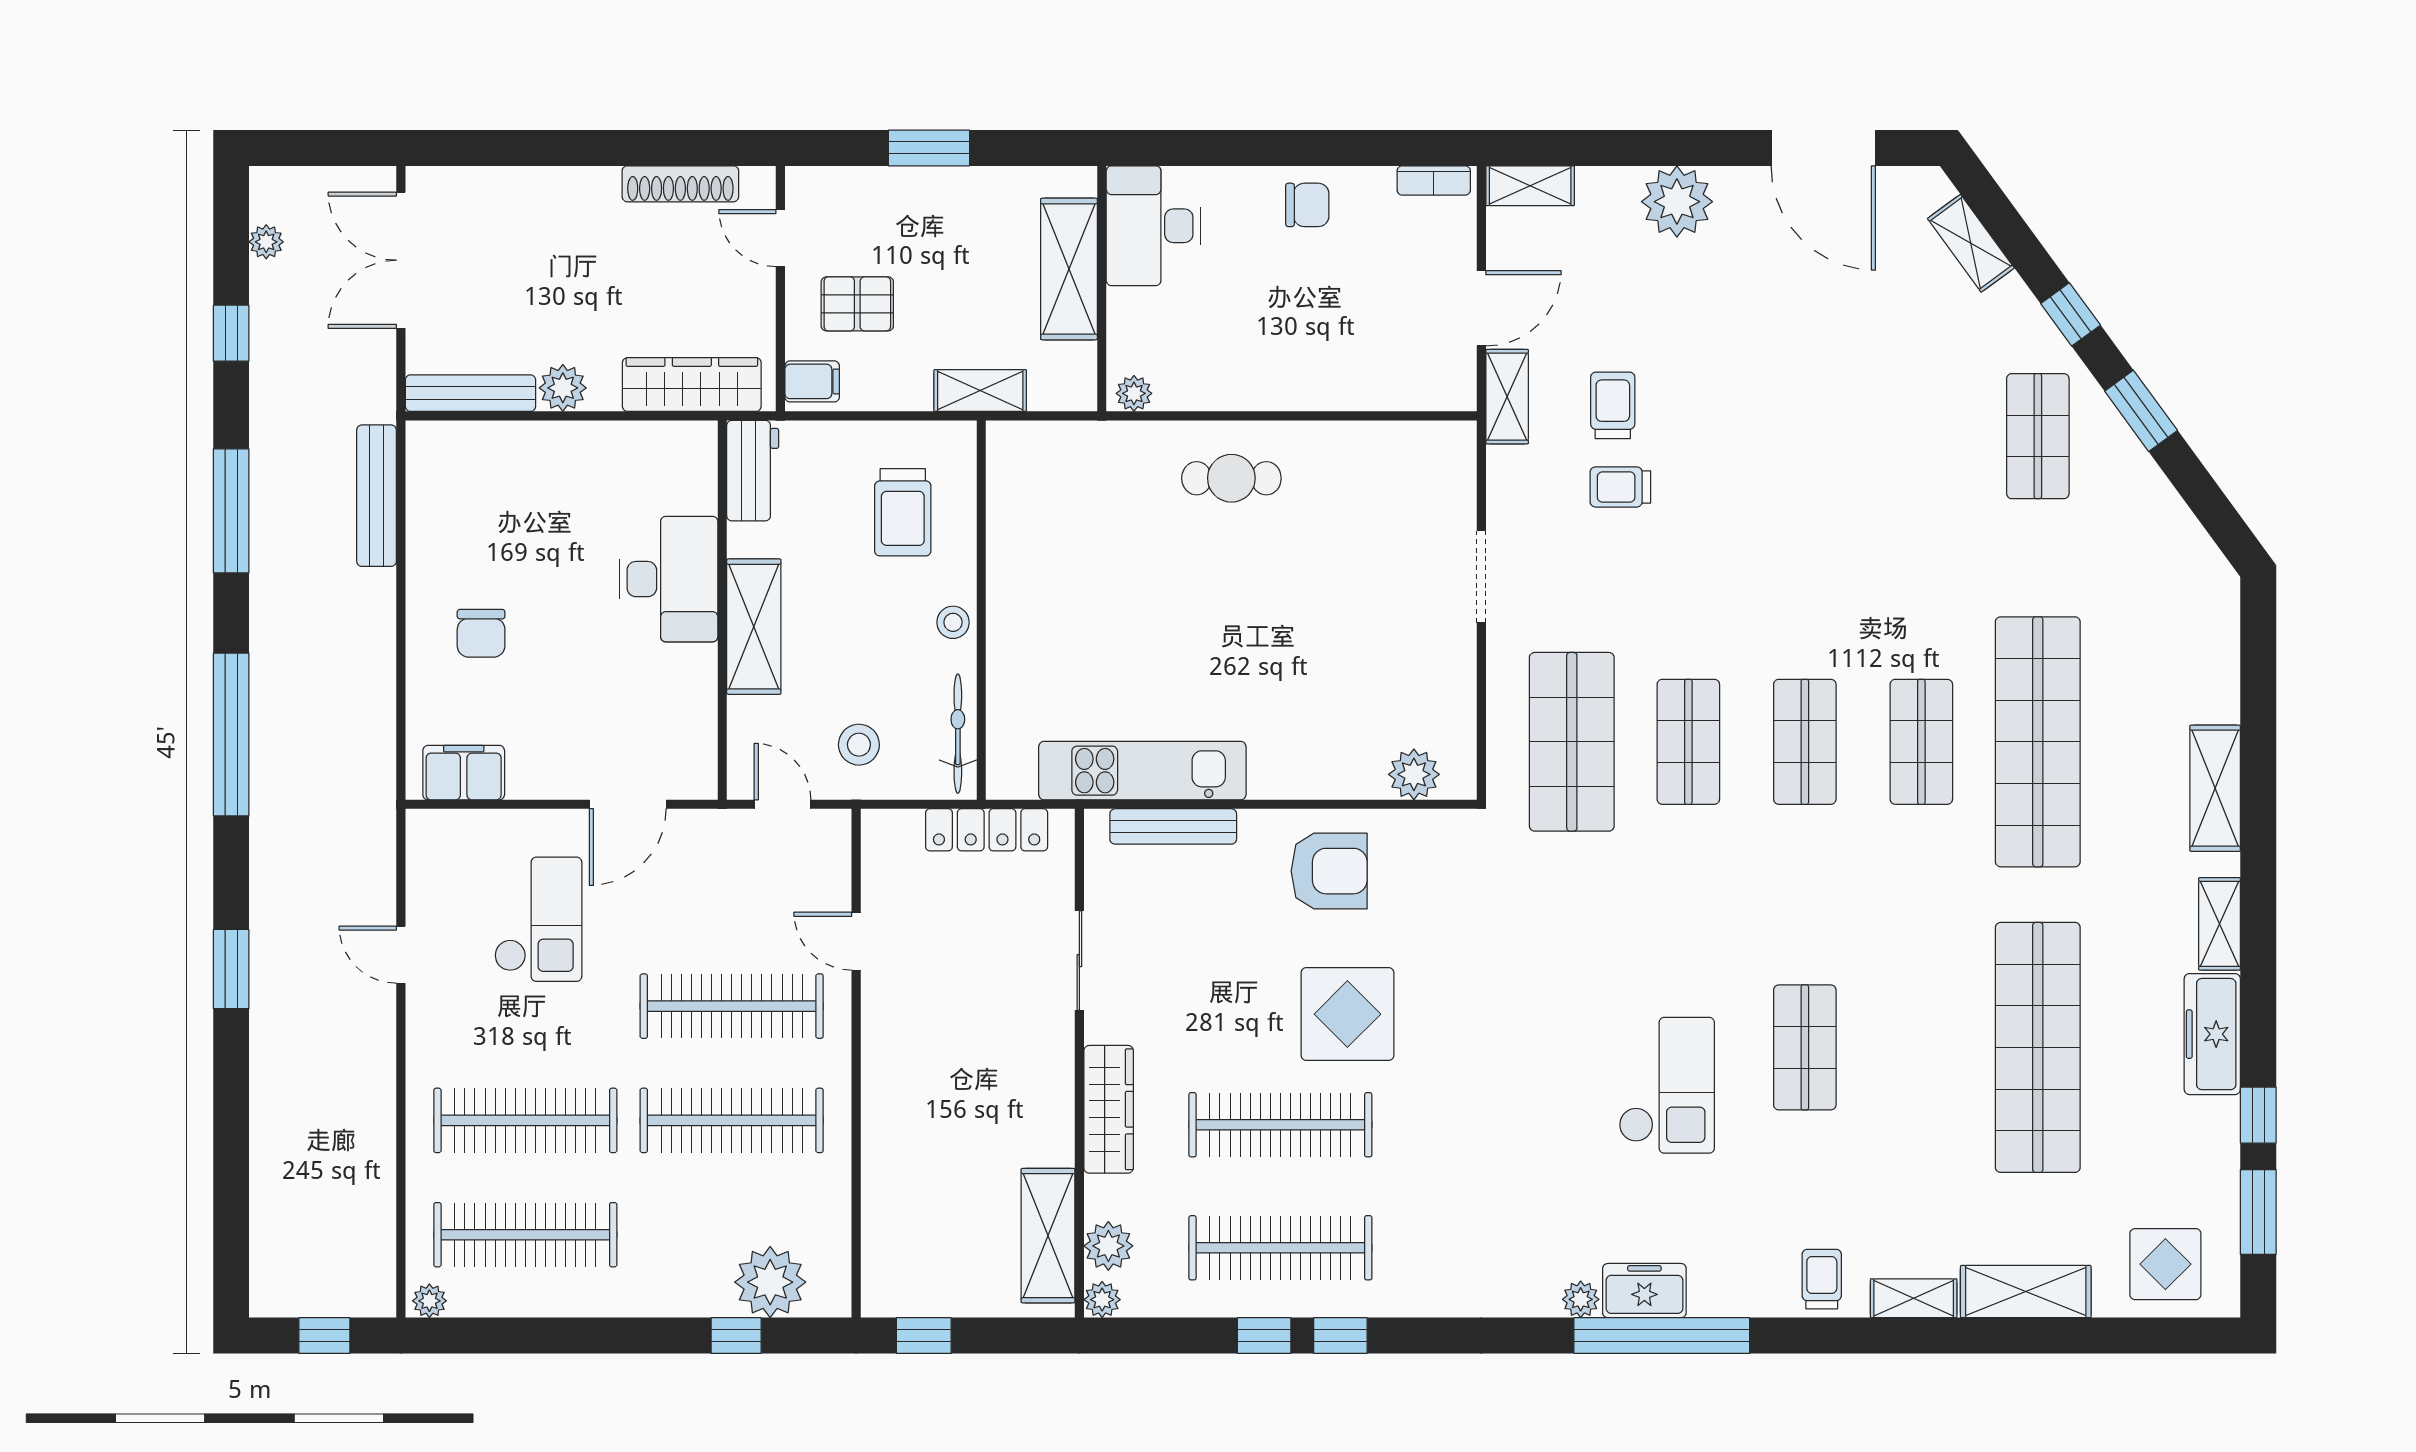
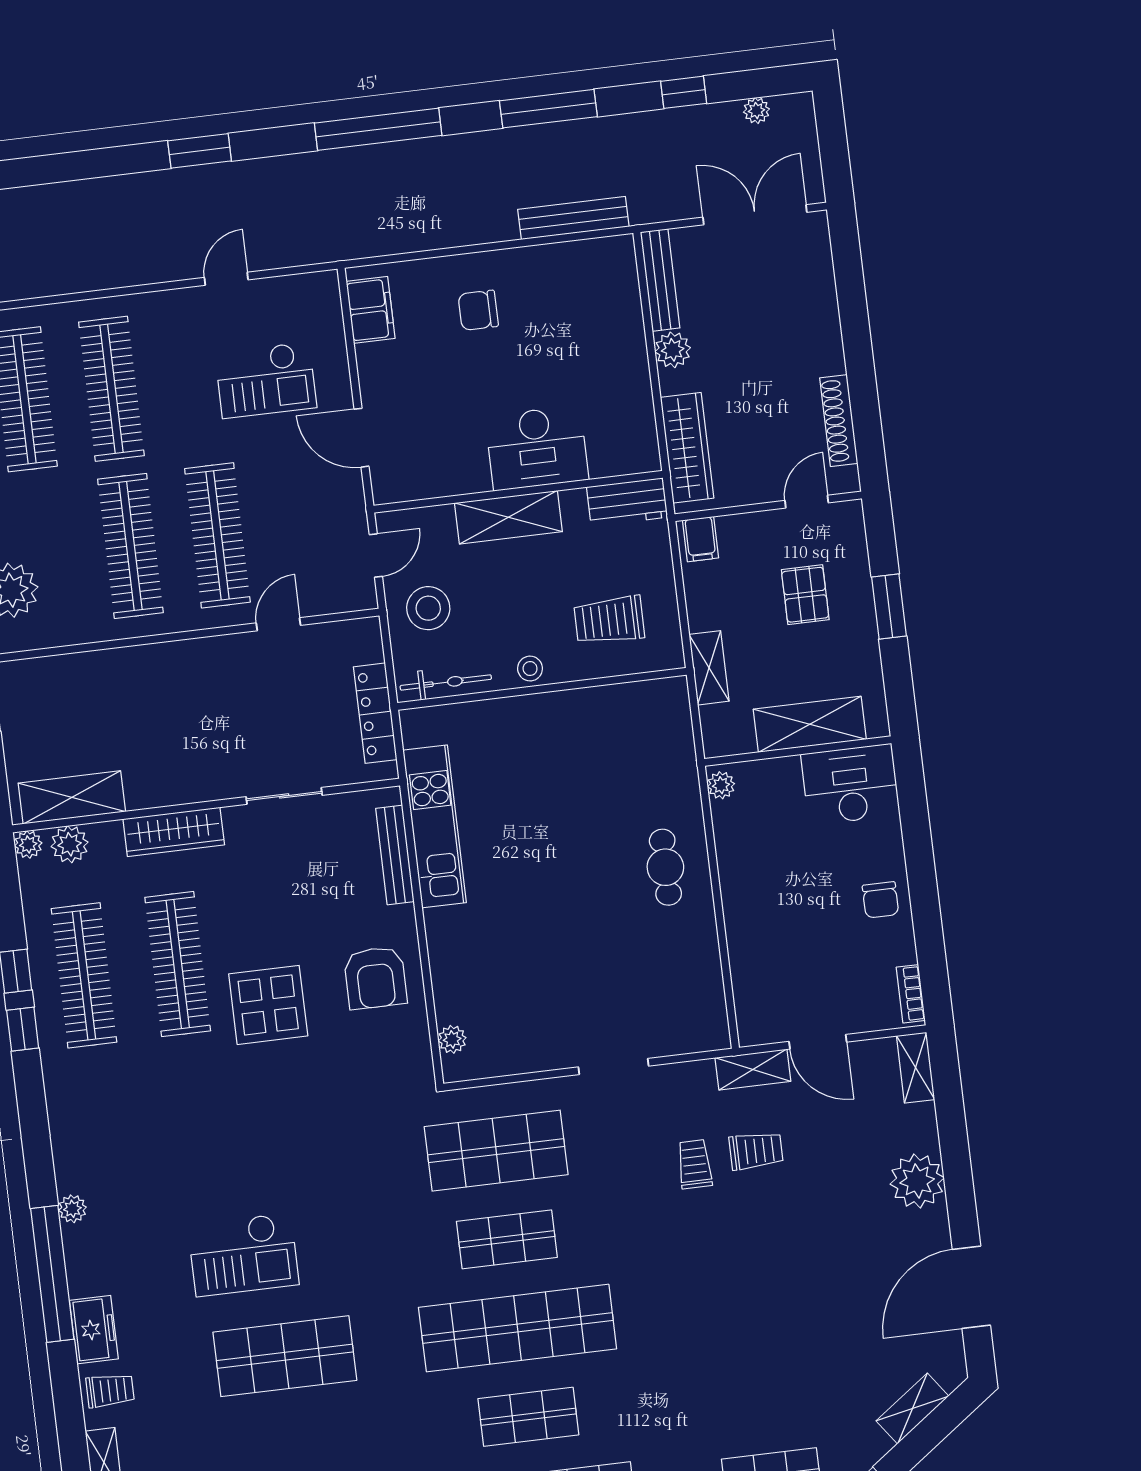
pallet: (857, 304) -> (805, 595), moved
shop shelf: (1805, 742) -> (518, 1328), width x2.00, depth x1.36
stool: (859, 745) -> (428, 608), width x1.38, depth x1.38
plant: (1414, 774) -> (452, 1039), width x0.73, depth x0.73
shop shelf: (1805, 1047) -> (285, 1356), width x1.43, depth x1.36
freezer: (1644, 1291) -> (94, 1330), moved

